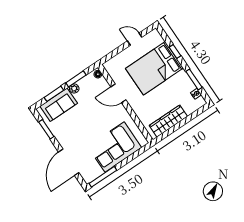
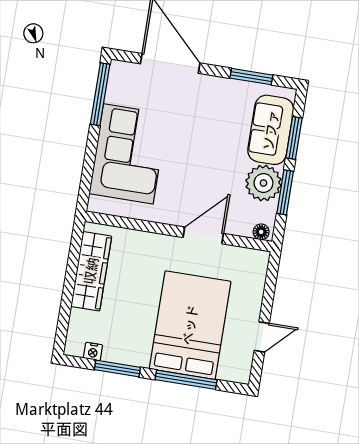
window: (175, 52) -> (186, 380), width x2.17
plant: (74, 89) -> (263, 183), width x1.88, depth x1.88

